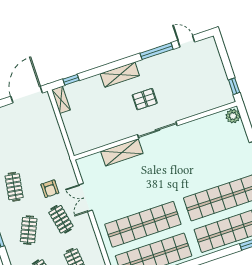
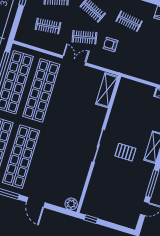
pallet: (145, 99) -> (125, 152), turned 90
shelving: (122, 152) -> (107, 90), moved
double door: (86, 197) -> (74, 60), moved

